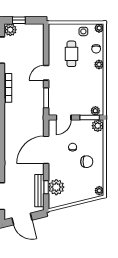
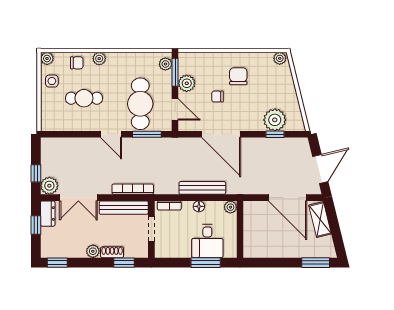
cafe table: (68, 93) -> (140, 104), added
plant: (98, 126) -> (187, 83), moved
bench: (39, 191) -> (202, 188), moved

